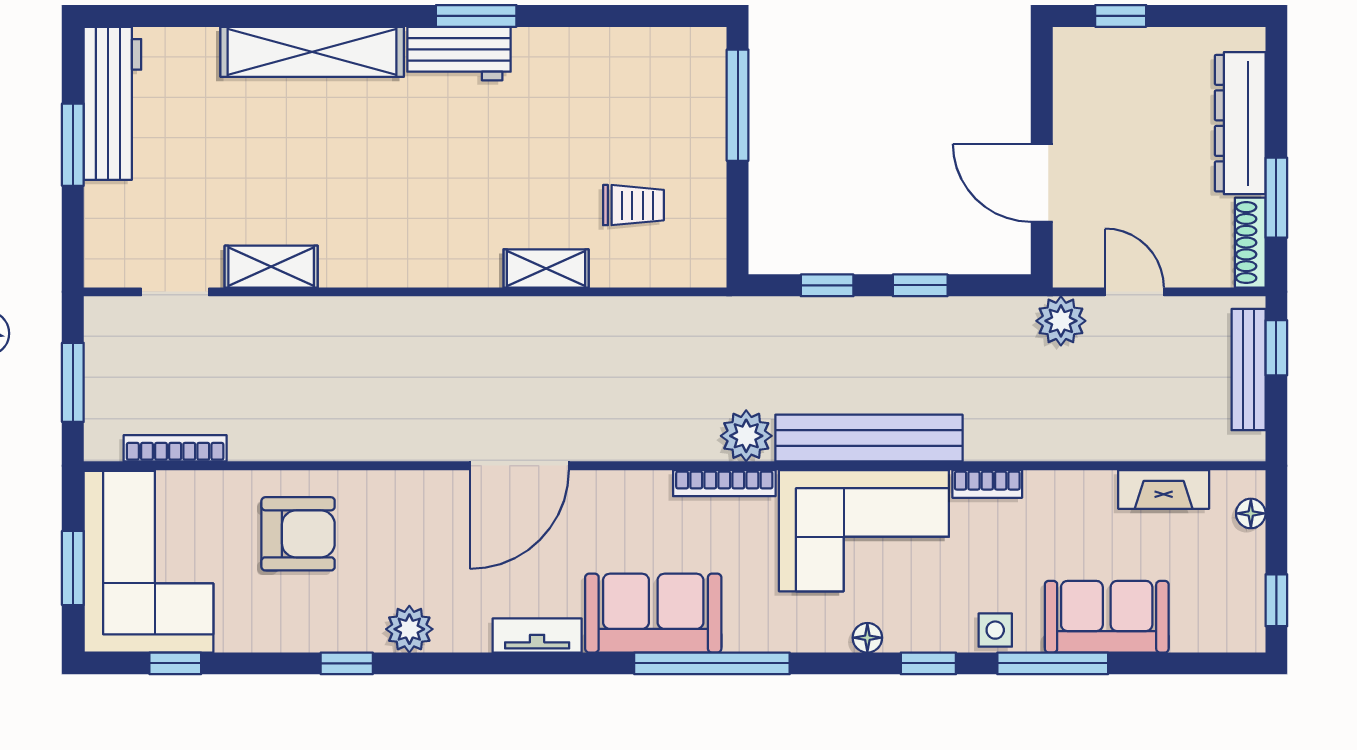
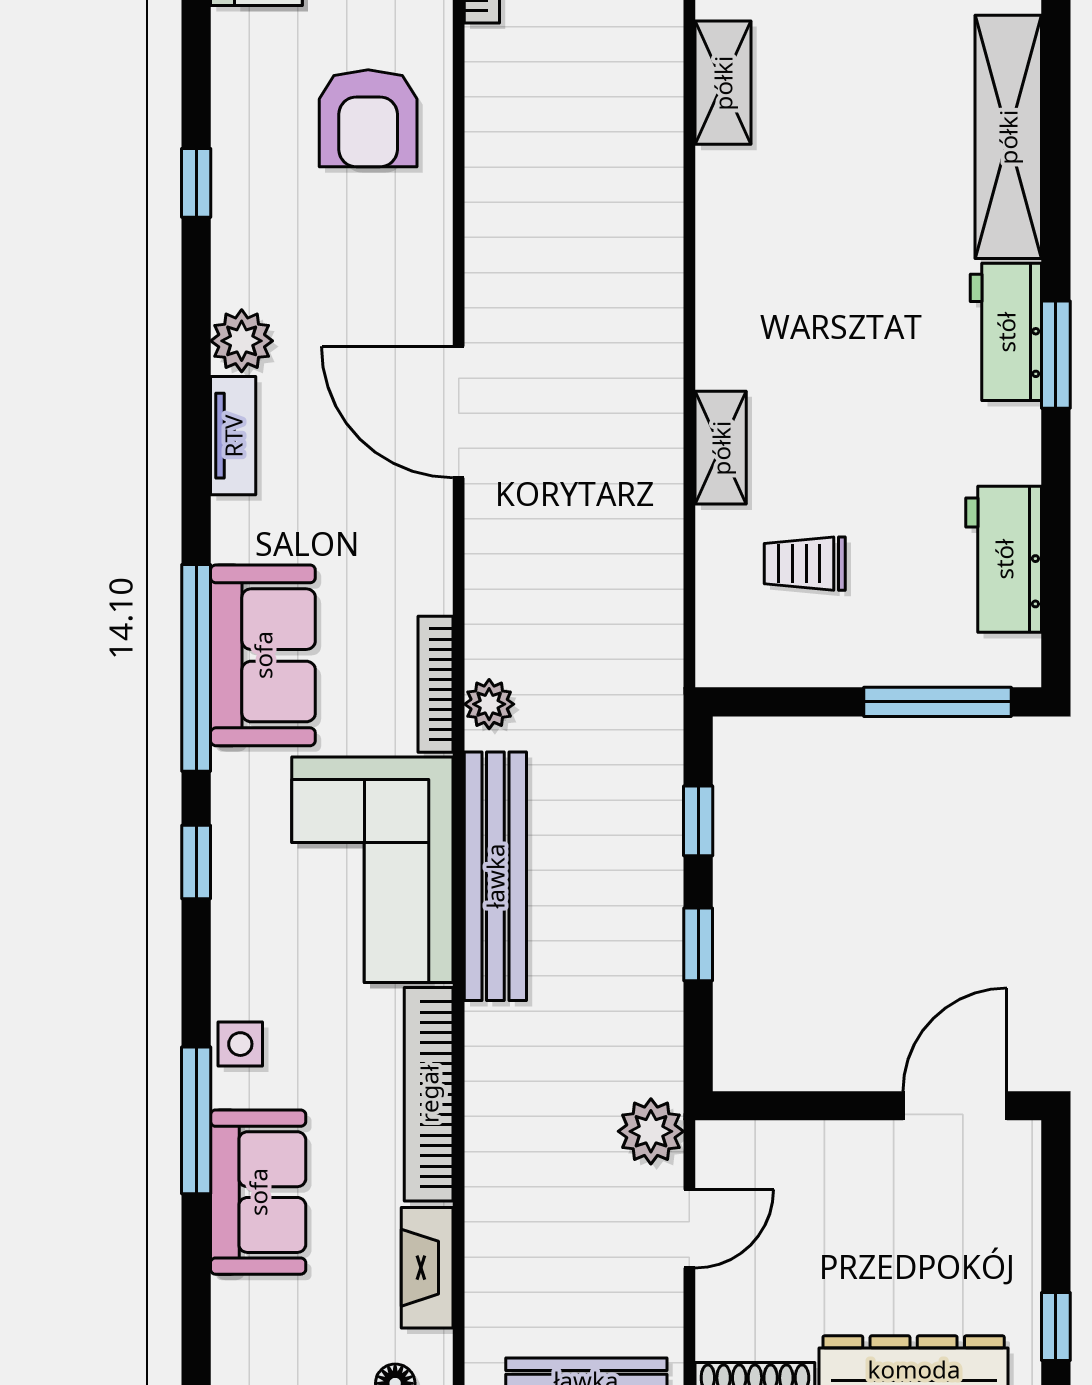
window: (1121, 16) -> (1056, 1326), moved
workbench: (630, 55) -> (1004, 559), added
door: (1042, 183) -> (955, 1106), moved
trolley: (633, 205) -> (805, 564), turned 90
plant: (746, 436) -> (489, 704), width x0.73, depth x0.73
bookcase: (987, 484) -> (429, 1094), width x2.31, depth x1.31
sofa: (653, 613) -> (263, 655), moved
plant: (409, 629) -> (242, 341), moved
floor lamp: (867, 638) -> (230, 874), removed
window: (928, 663) -> (196, 862), moved

